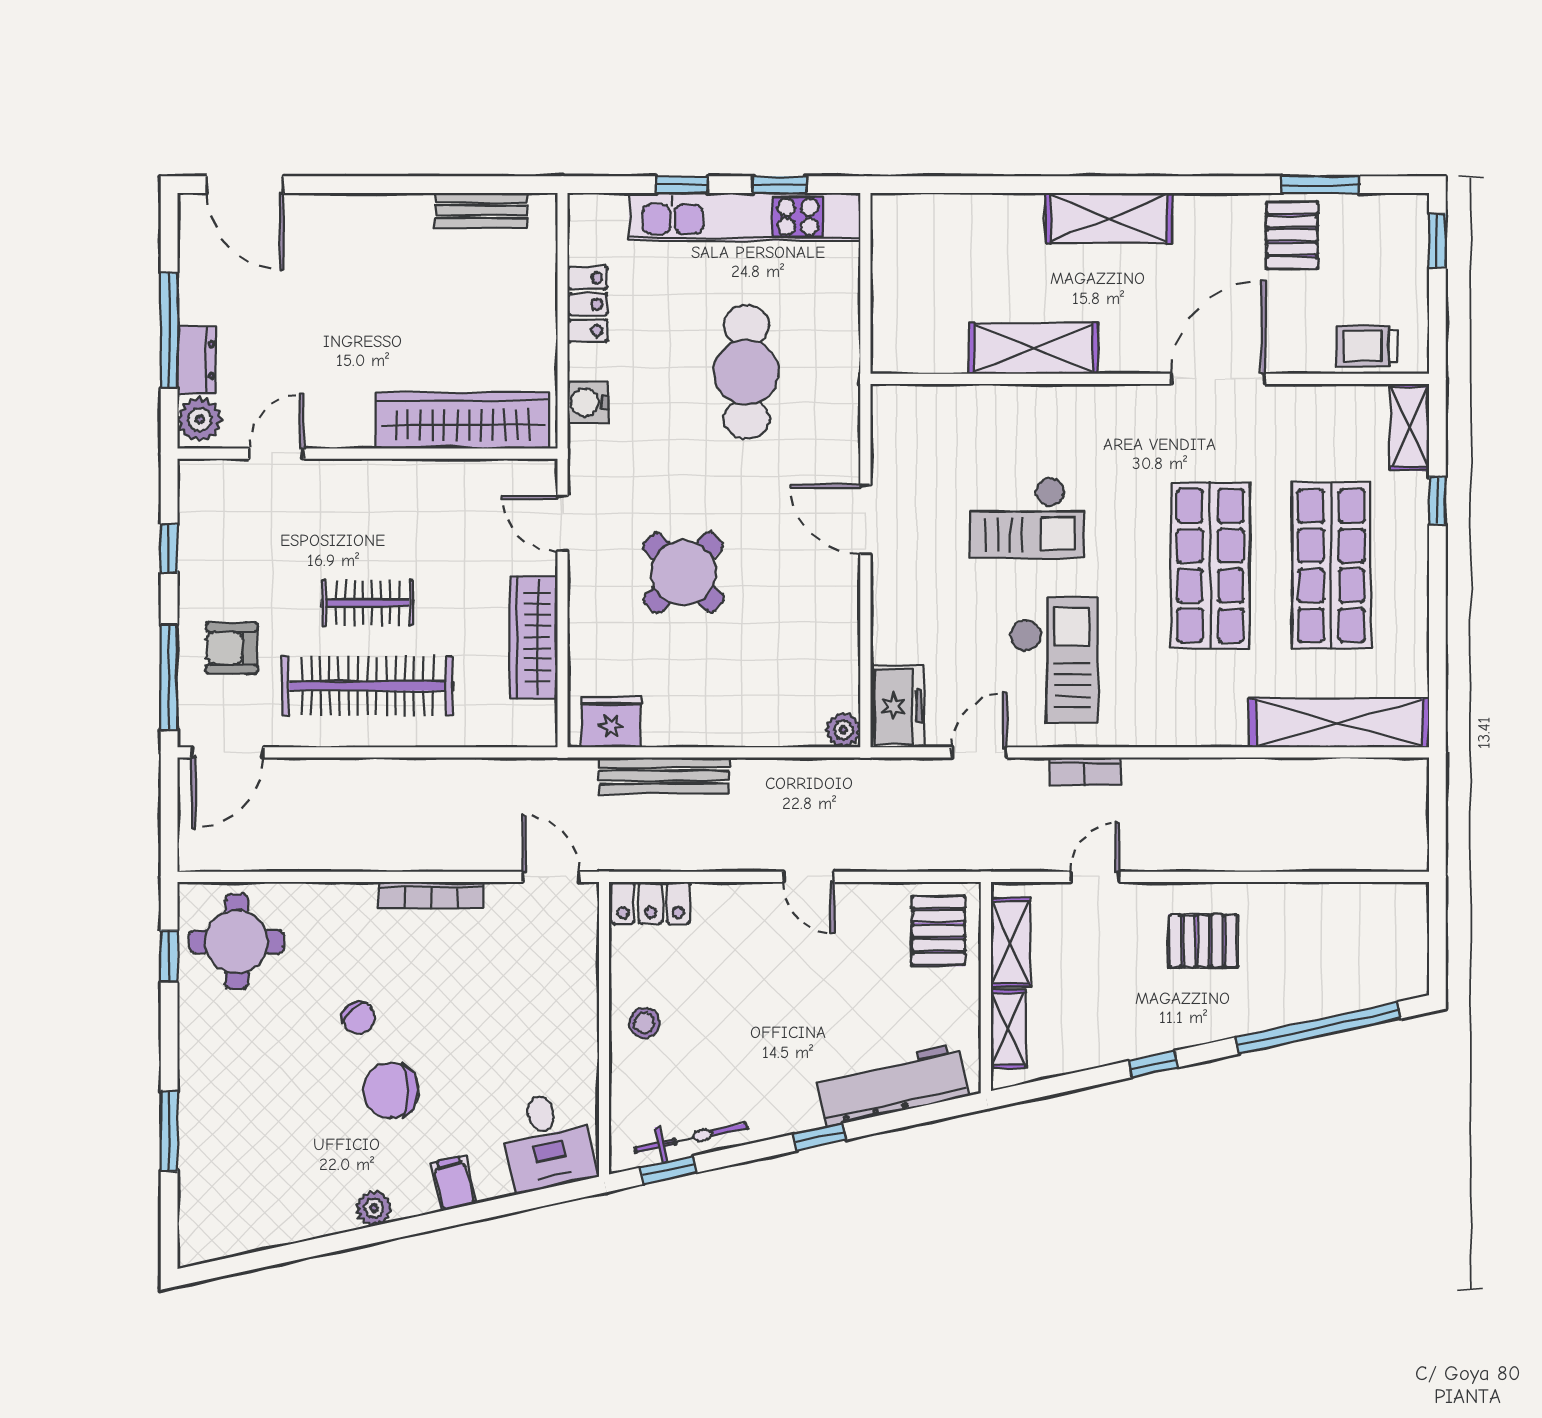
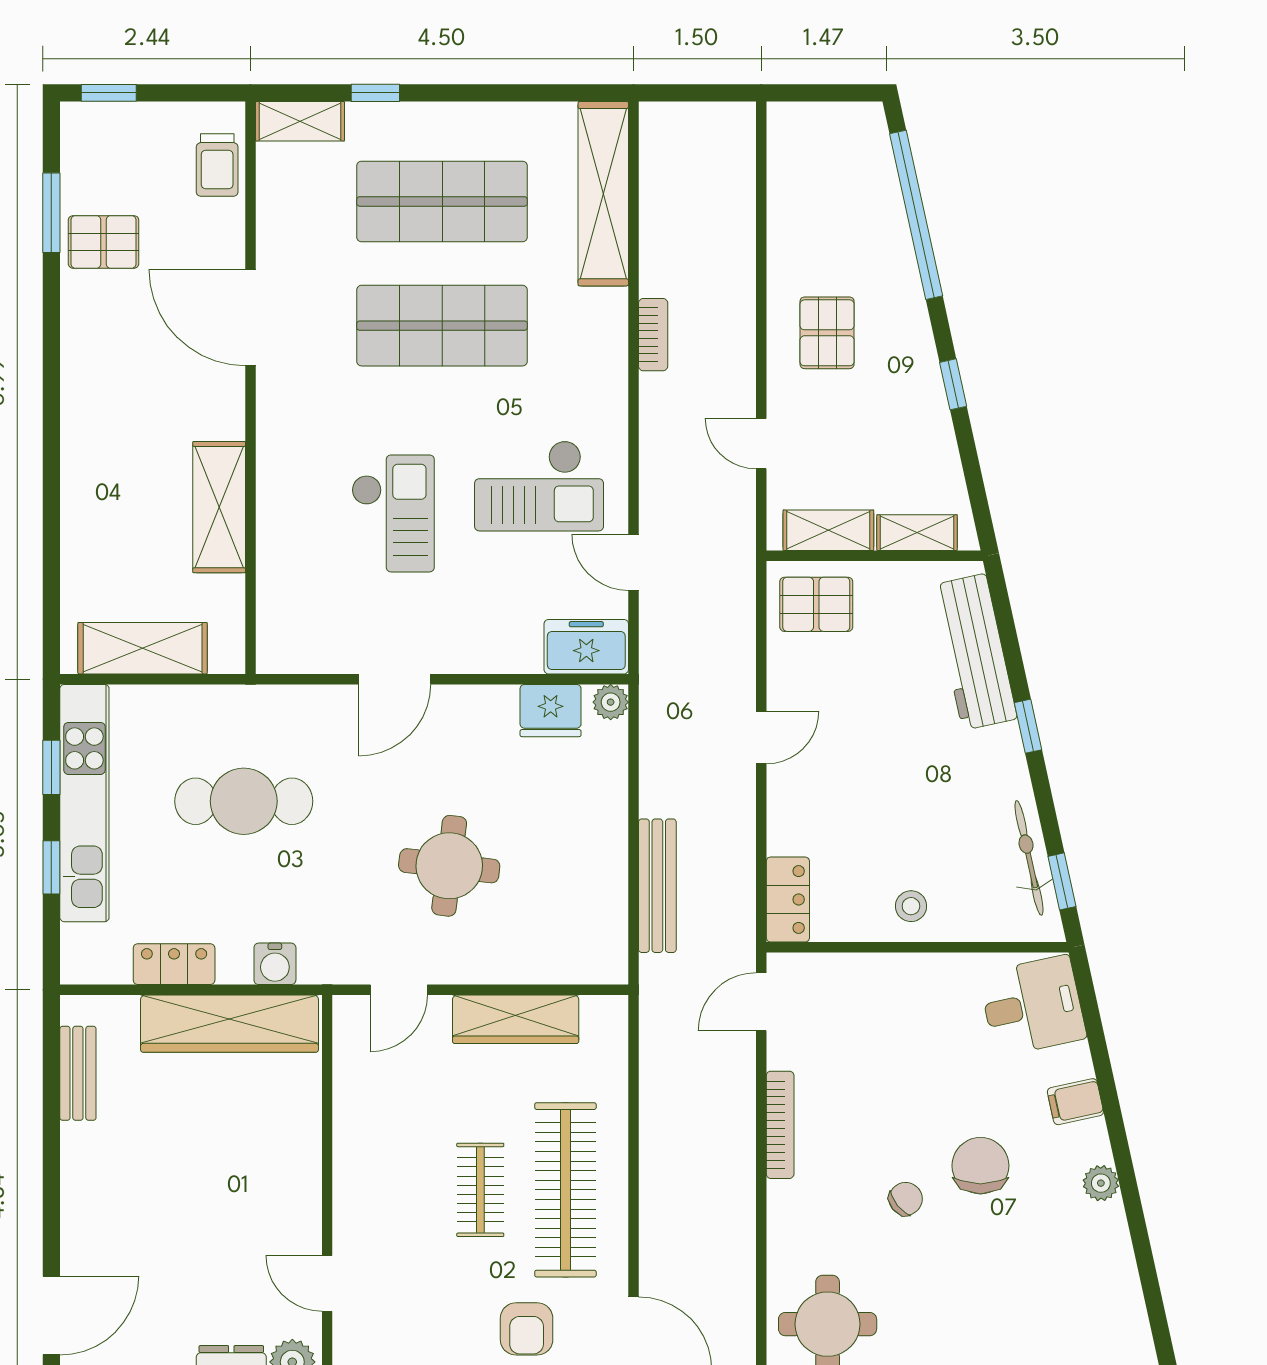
shelving: (1109, 218) -> (143, 648), moved, turned 90
wardrobe: (463, 421) -> (229, 1024), moved, turned -90
round table: (683, 573) -> (449, 866), turned -37
checkout: (1054, 660) -> (539, 486), turned 180
fridge: (611, 722) -> (551, 711), moved, turned -90
bookcase: (1085, 771) -> (653, 335), moved
chair: (391, 1091) -> (980, 1166), turned 180

